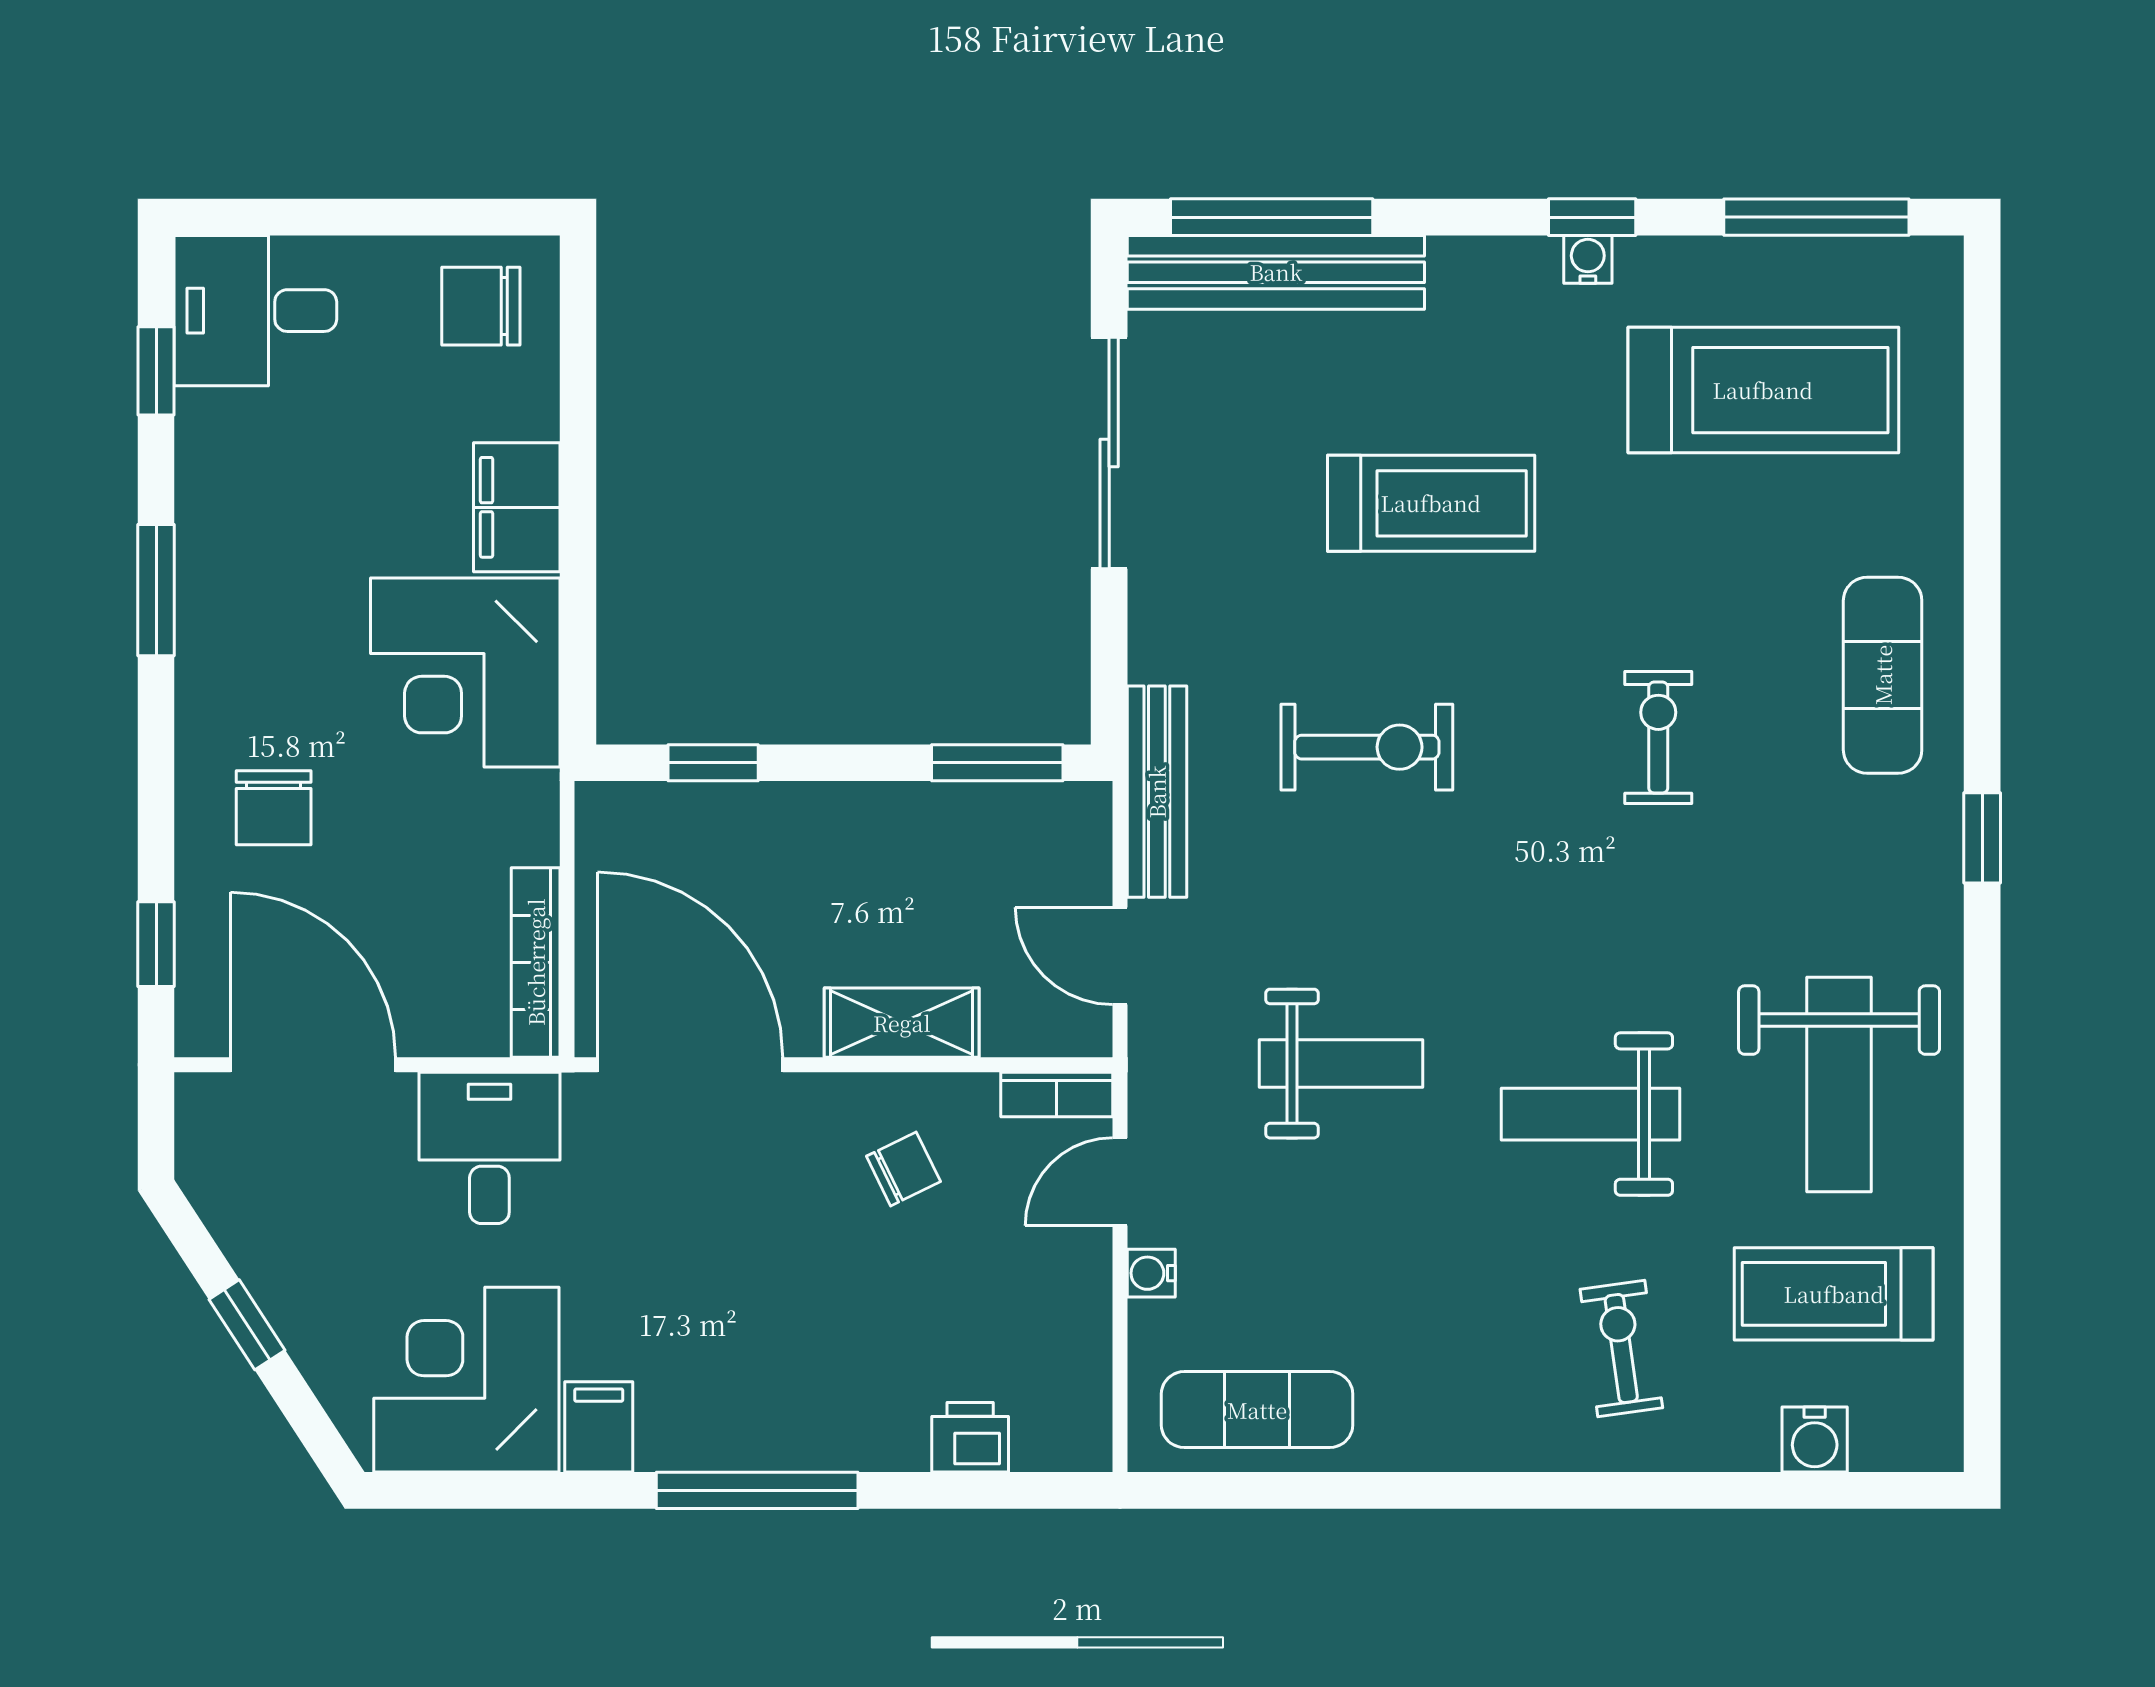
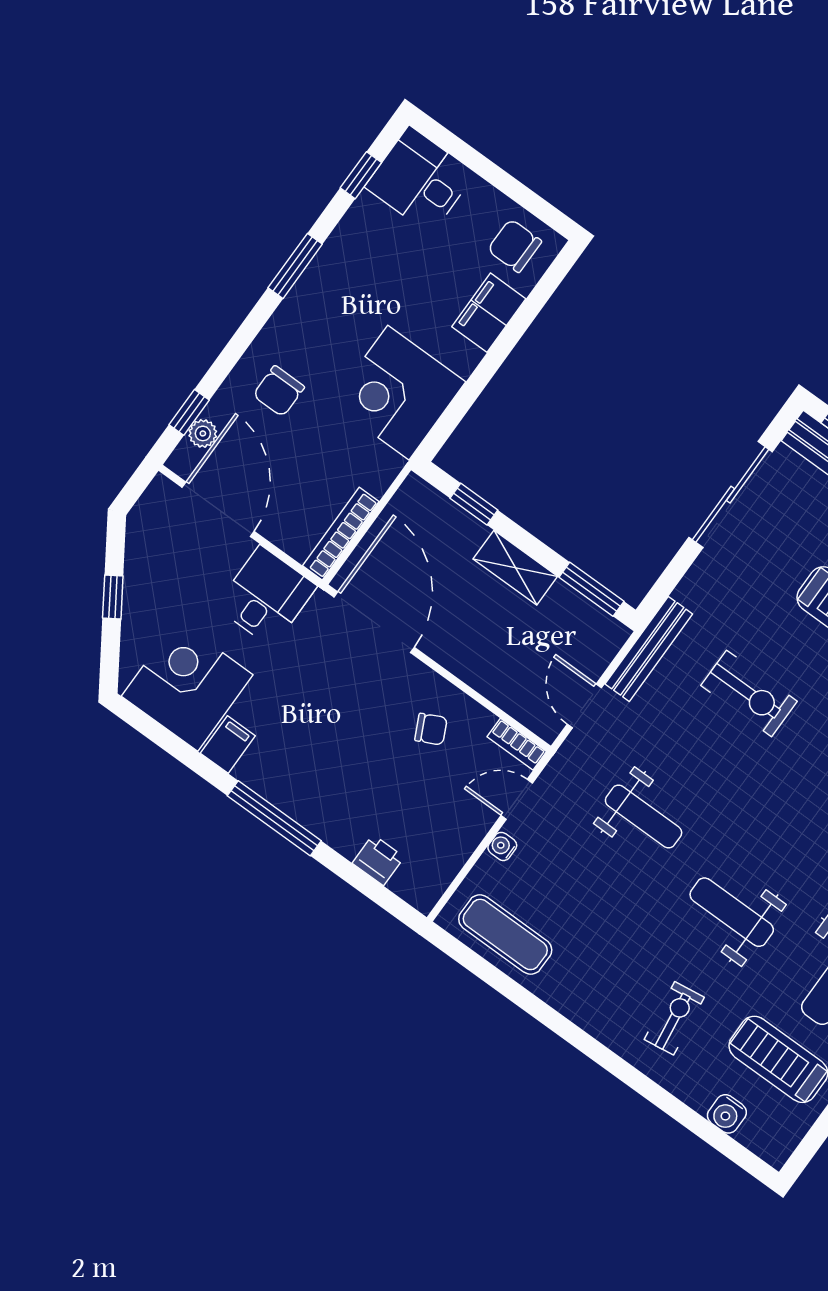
filing cabinet: (517, 507) -> (489, 313), moved
plant: (202, 962) -> (203, 433), added
shelving: (902, 1023) -> (515, 568), moved

